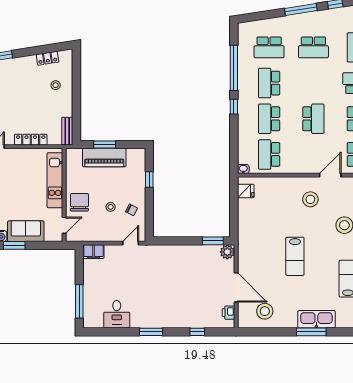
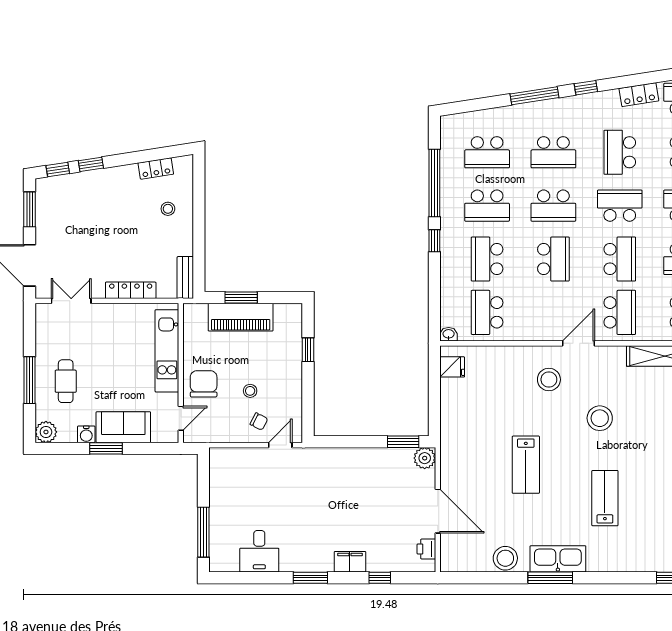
school desk: (269, 83) -> (487, 206), turned -90
school desk: (313, 83) -> (553, 206), added
chair: (132, 210) -> (259, 421), moved
filing cabinet: (93, 252) -> (350, 562), moved, turned 180
stool: (265, 311) -> (505, 558), moved

